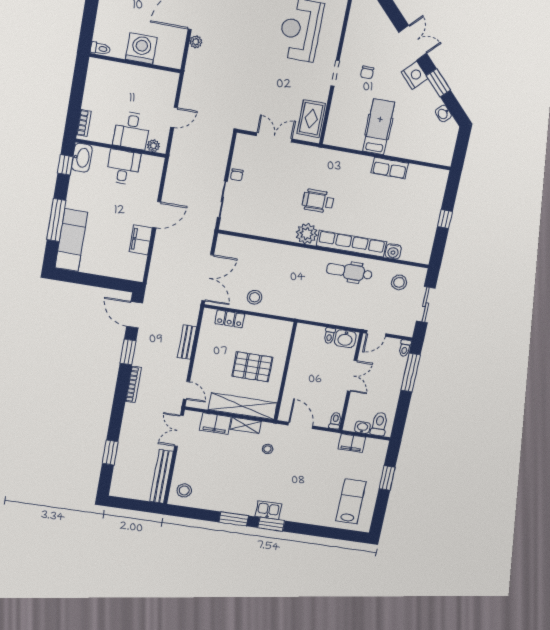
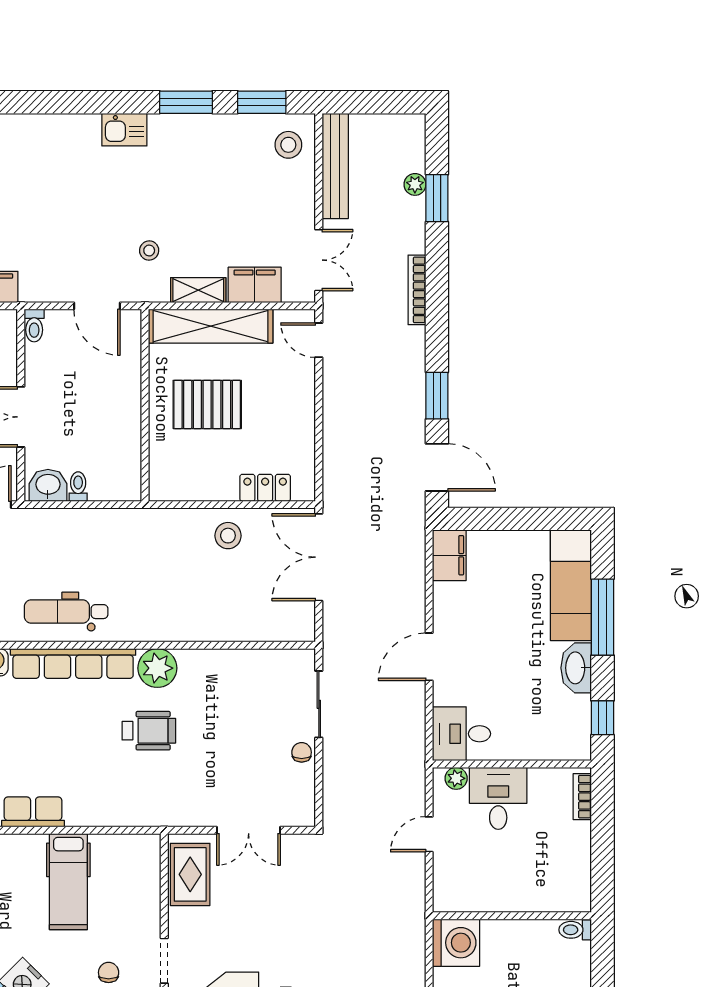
plant: (196, 42) -> (415, 184), moved
washing machine: (141, 48) -> (456, 943), moved, turned -90
washbasin: (82, 158) -> (576, 668), moved
desk: (123, 167) -> (462, 734), moved, turned 90
filing cabinet: (141, 240) -> (449, 555), moved
dental chair: (349, 272) -> (66, 612), turned 180
bench: (187, 342) -> (334, 432), removed
bookcase: (133, 384) -> (417, 290), moved
window: (271, 524) -> (262, 102), moved

